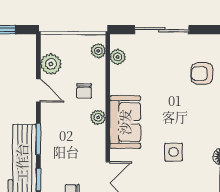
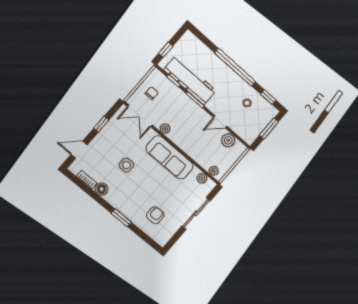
chair: (84, 91) -> (199, 145), removed
plant: (98, 117) -> (165, 129), moved
sofa: (125, 122) -> (170, 157), width x1.36

